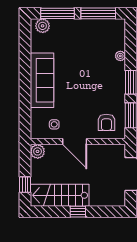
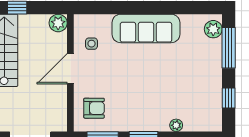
window: (98, 13) -> (229, 98), width x0.46
armchair: (106, 122) -> (94, 108), turned 180

